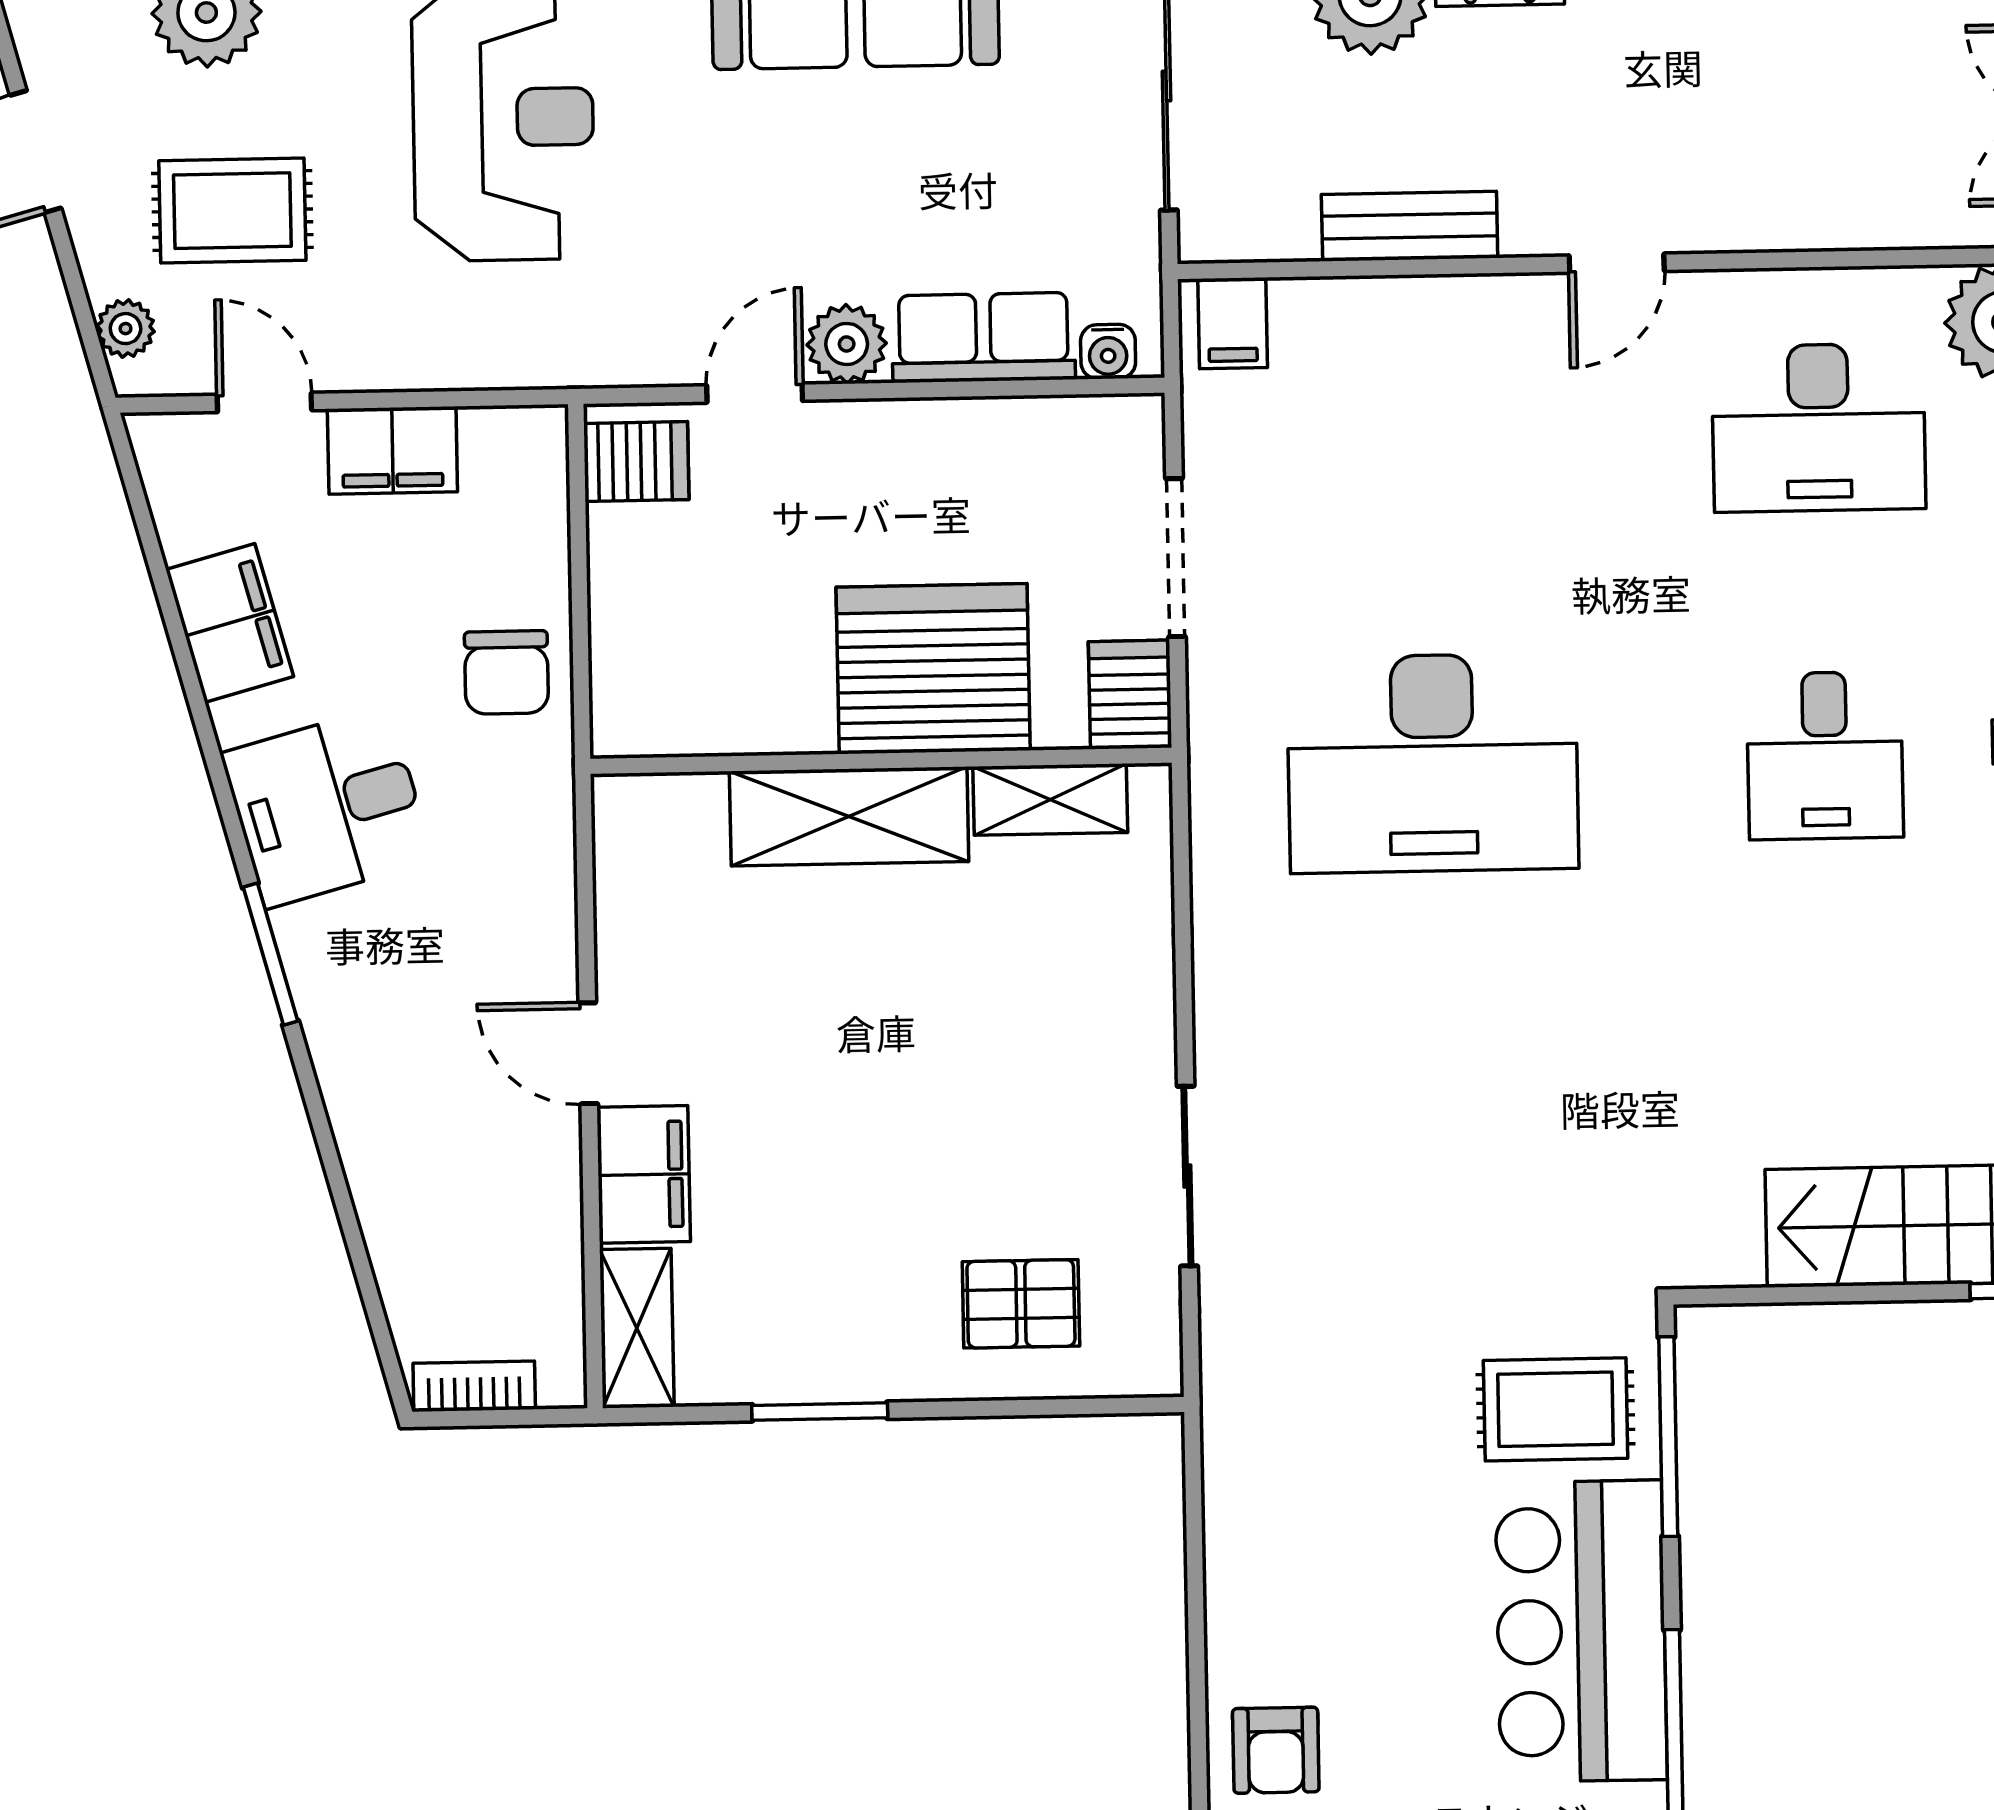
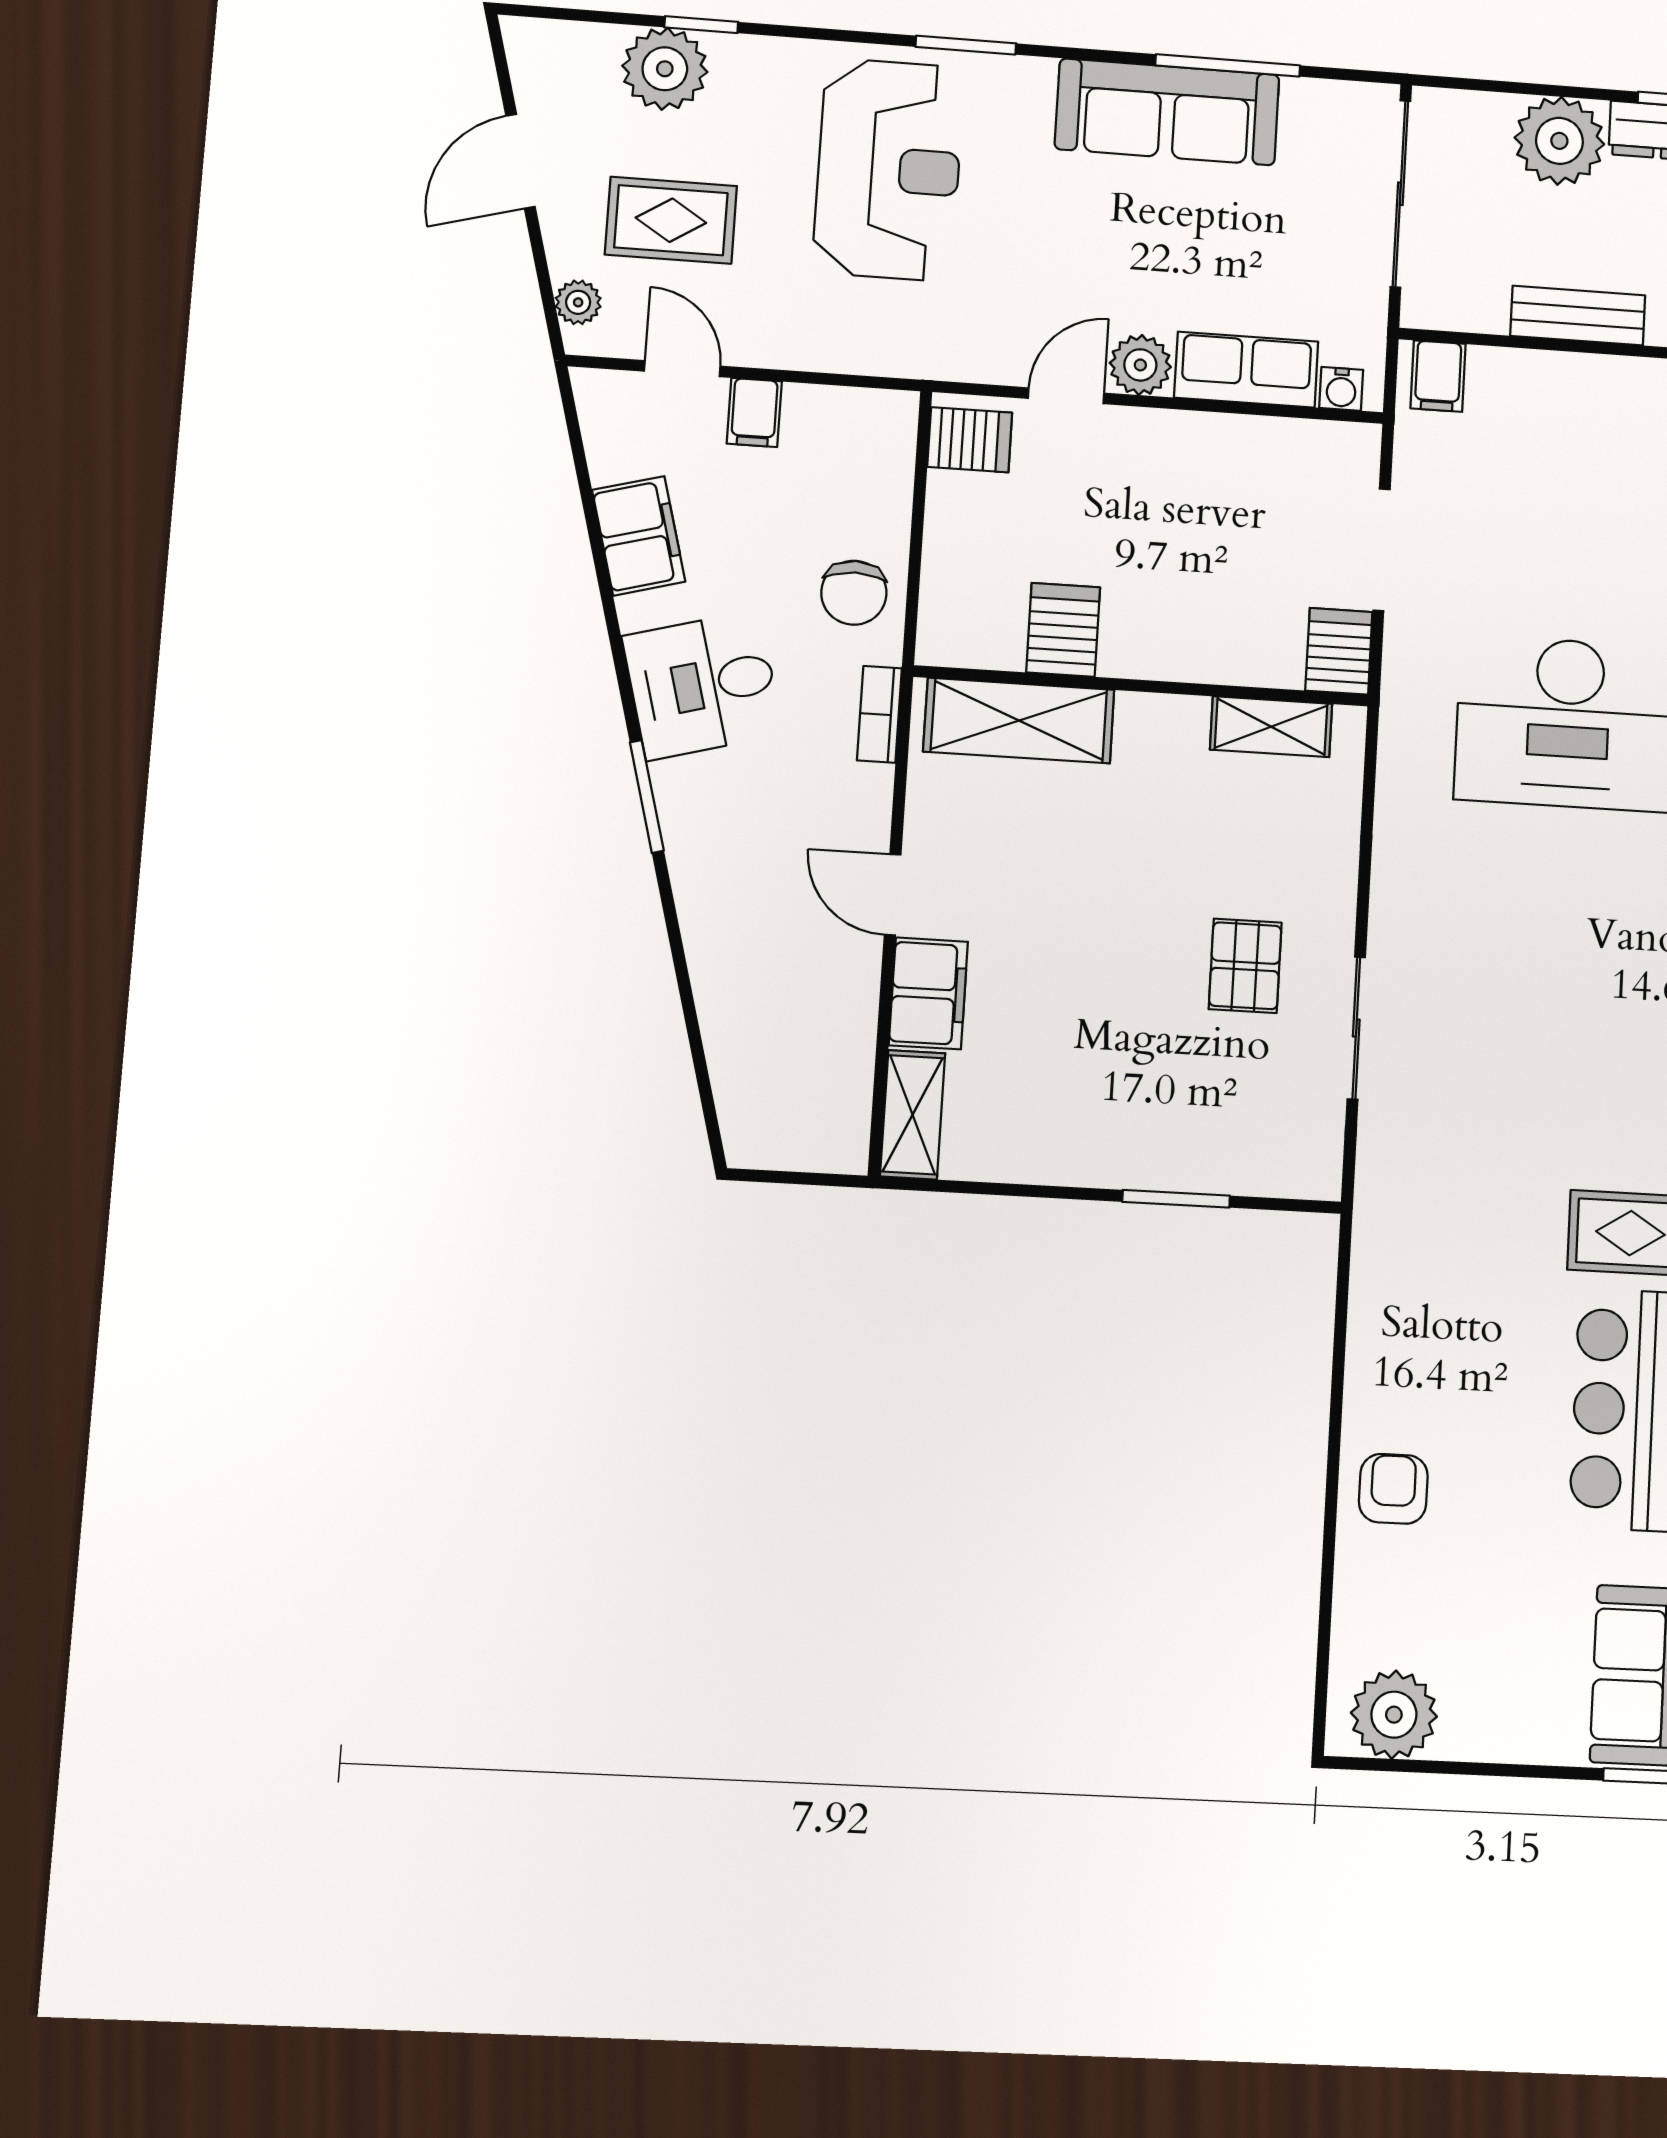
filing cabinet: (392, 450) -> (754, 412), width x0.50
server rack: (933, 669) -> (1063, 630), moved, width x0.46, depth x0.70
shelving: (849, 816) -> (1019, 721), moved
pallet: (1021, 1304) -> (1245, 966), moved, turned 90
bookcase: (474, 1386) -> (879, 714), moved, turned -90
window: (820, 1412) -> (1176, 1199), moved
armchair: (1276, 1750) -> (1393, 1489), turned 180

